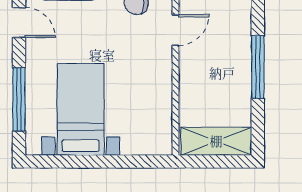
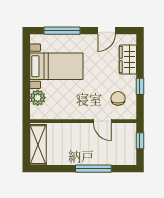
window: (258, 67) -> (93, 169), moved
plant: (135, 142) -> (38, 98), added

